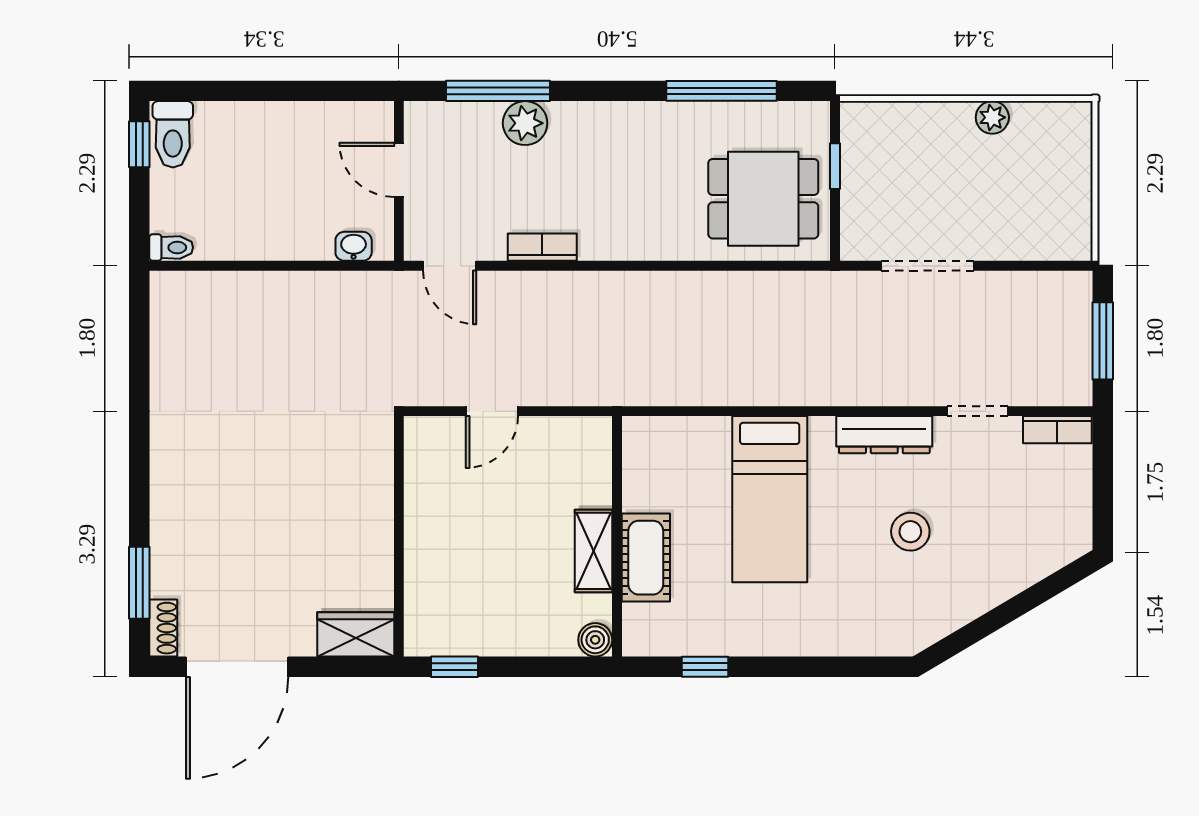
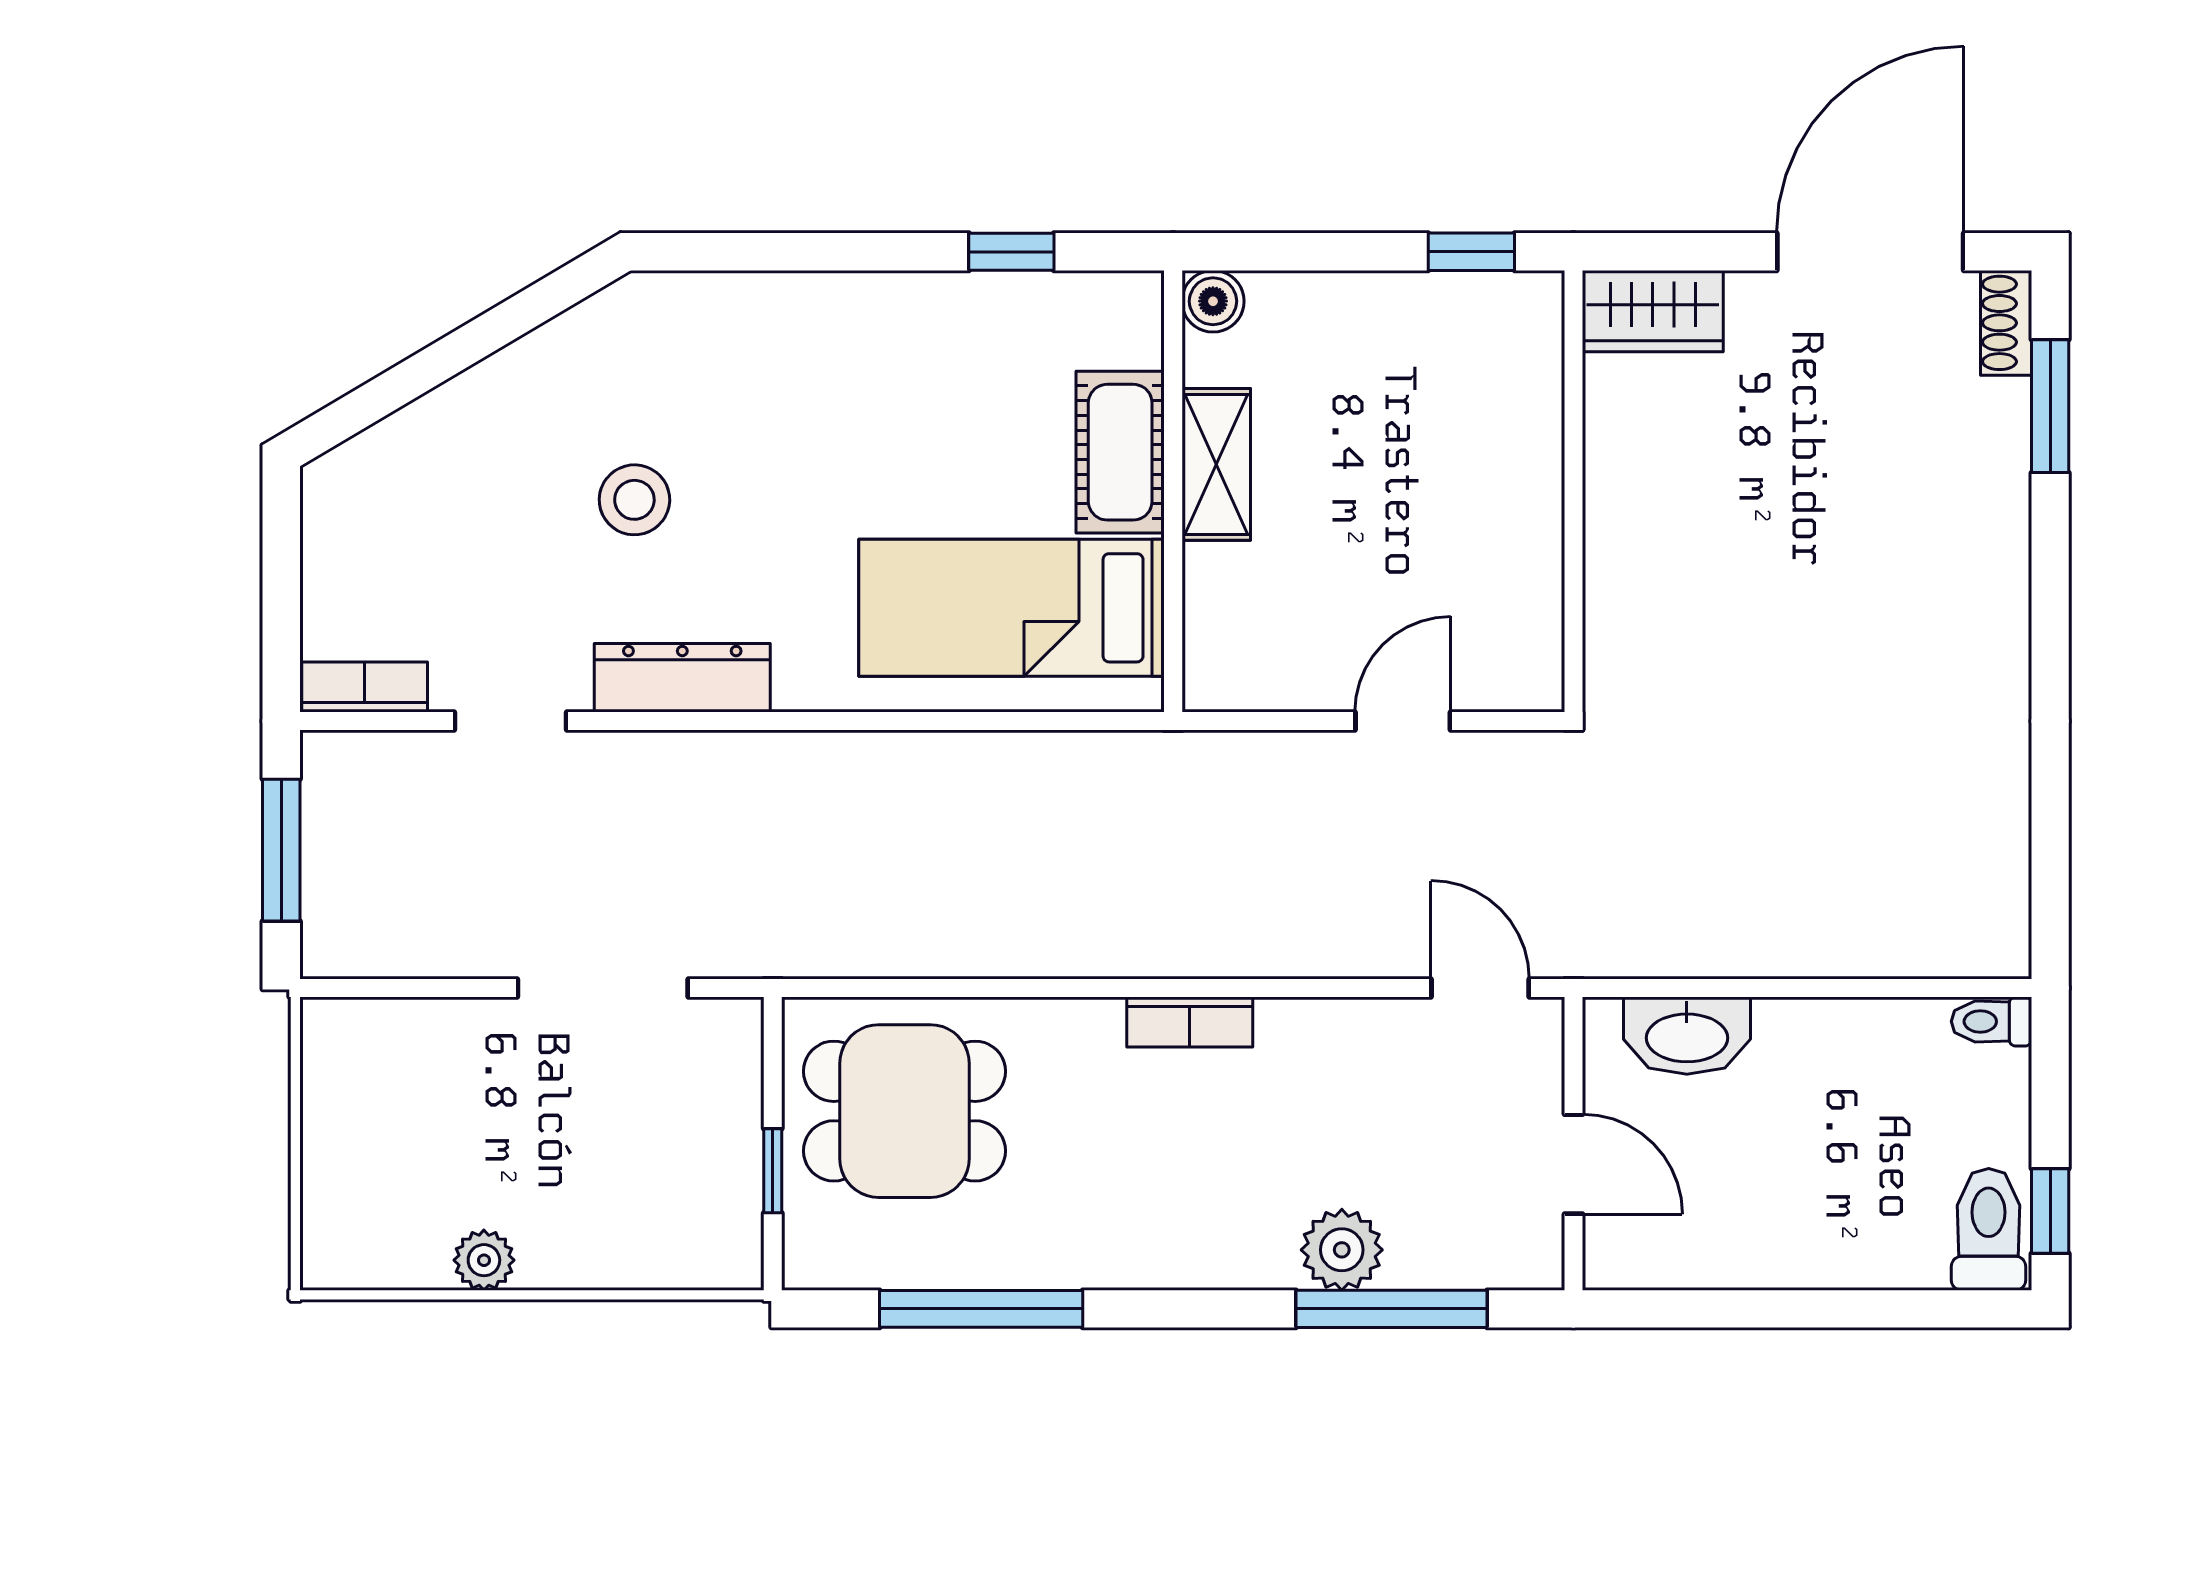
washbasin: (354, 246) -> (1687, 1036), width x1.91, depth x1.45
bookcase: (542, 247) -> (1190, 1022), moved
bed: (770, 499) -> (1012, 608), moved, turned -90

